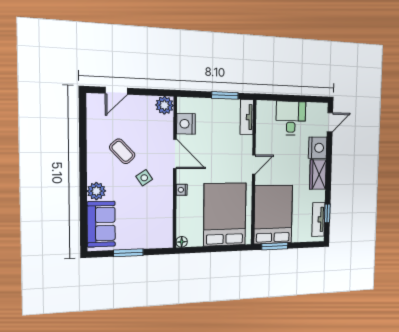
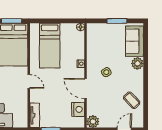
coffee table: (122, 151) -> (132, 100), moved
door: (254, 165) -> (29, 81), swing flipped
bed: (225, 214) -> (50, 46), width x0.67

